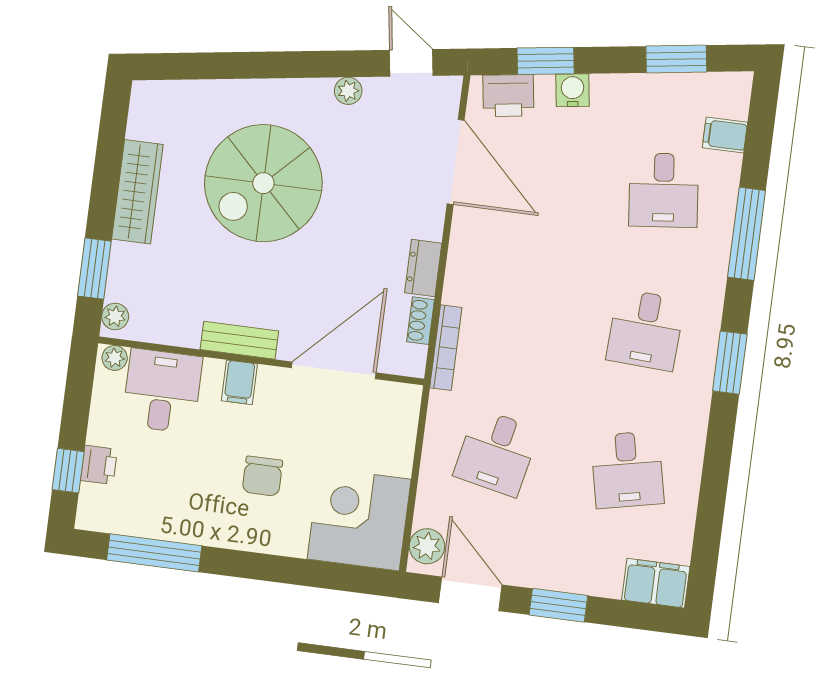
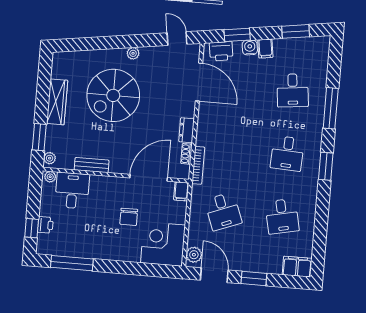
plant: (348, 91) -> (133, 53), moved
filing cabinet: (725, 135) -> (265, 49), moved, turned -98
bench: (239, 340) -> (92, 165), moved
filing cabinet: (239, 382) -> (181, 191), moved
desk: (496, 453) -> (223, 211), turned -33
chair: (262, 476) -> (129, 217), moved

